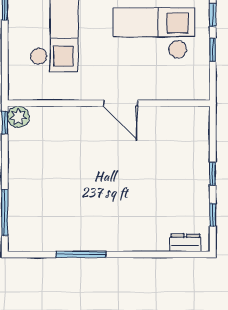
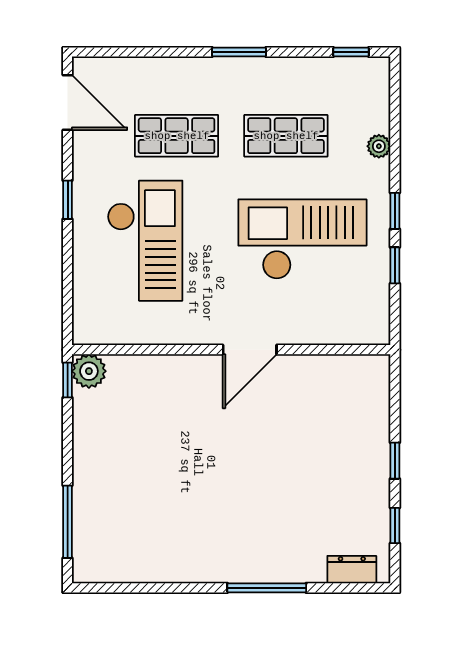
door: (120, 103) -> (250, 350), hinge flipped
window: (81, 254) -> (267, 588), moved

